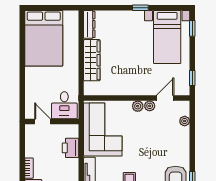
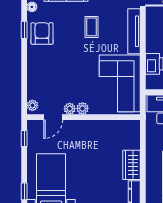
wardrobe: (92, 60) -> (131, 165), width x0.67
plant: (185, 121) -> (32, 105), moved

